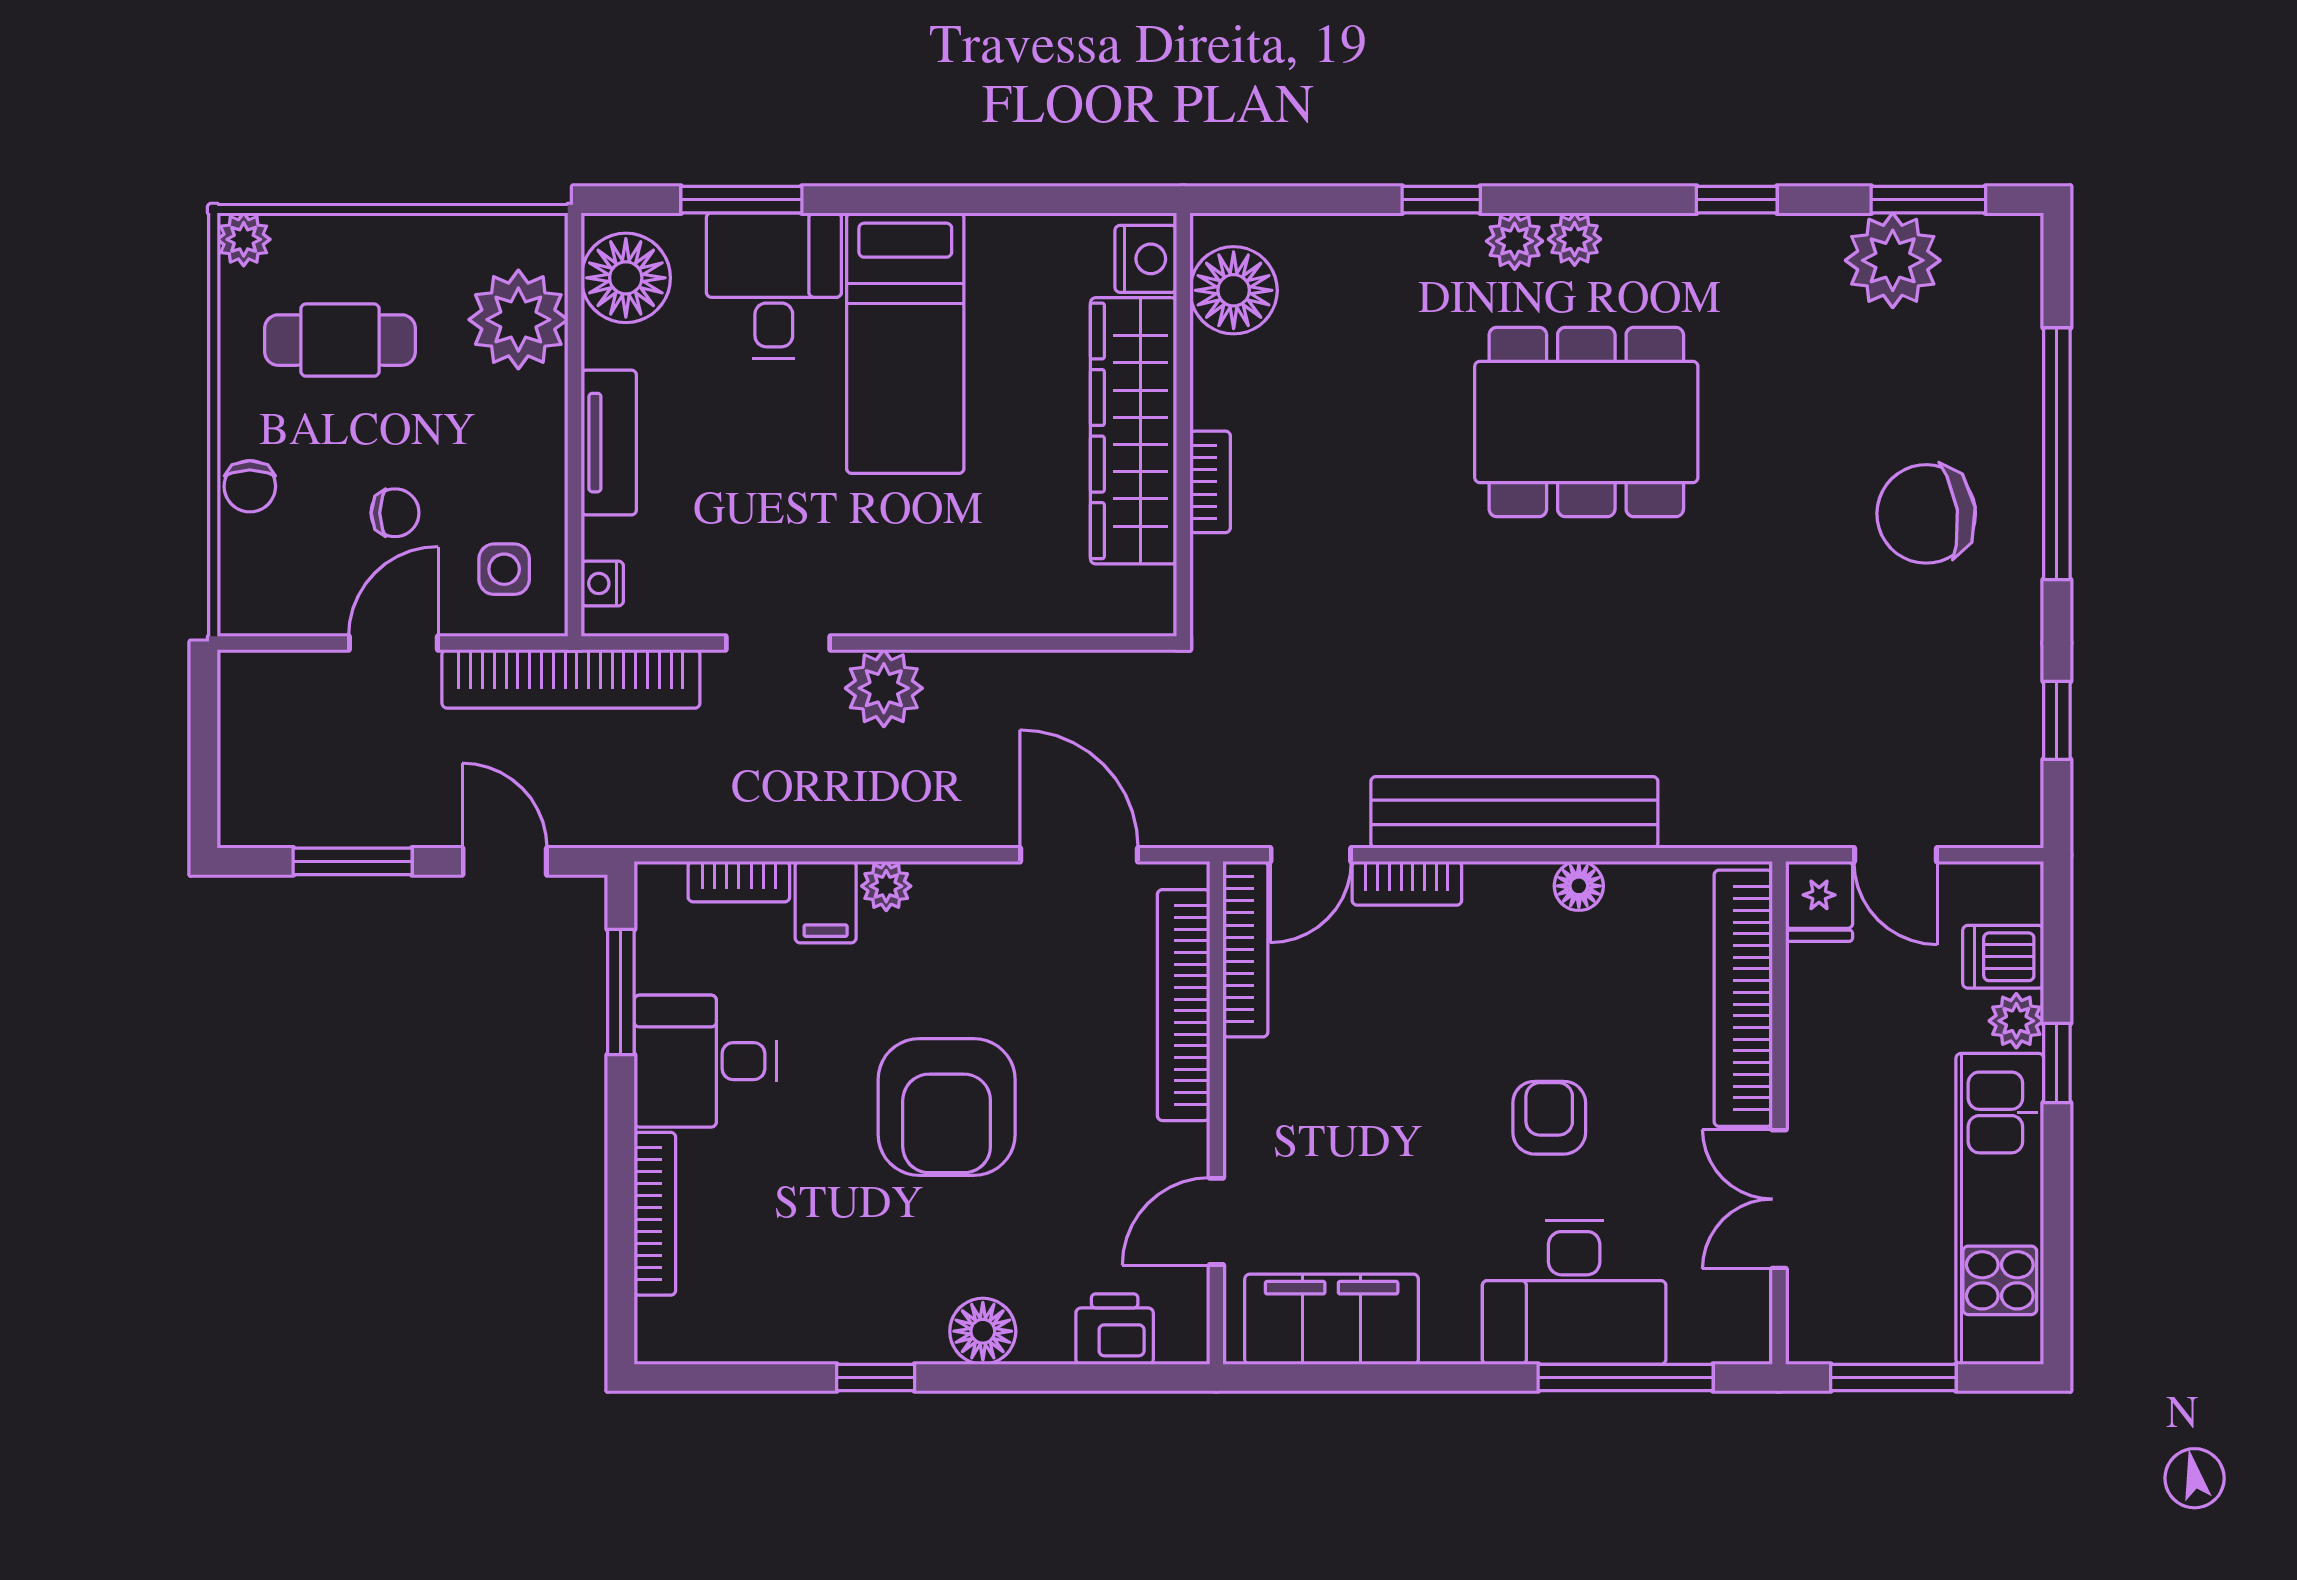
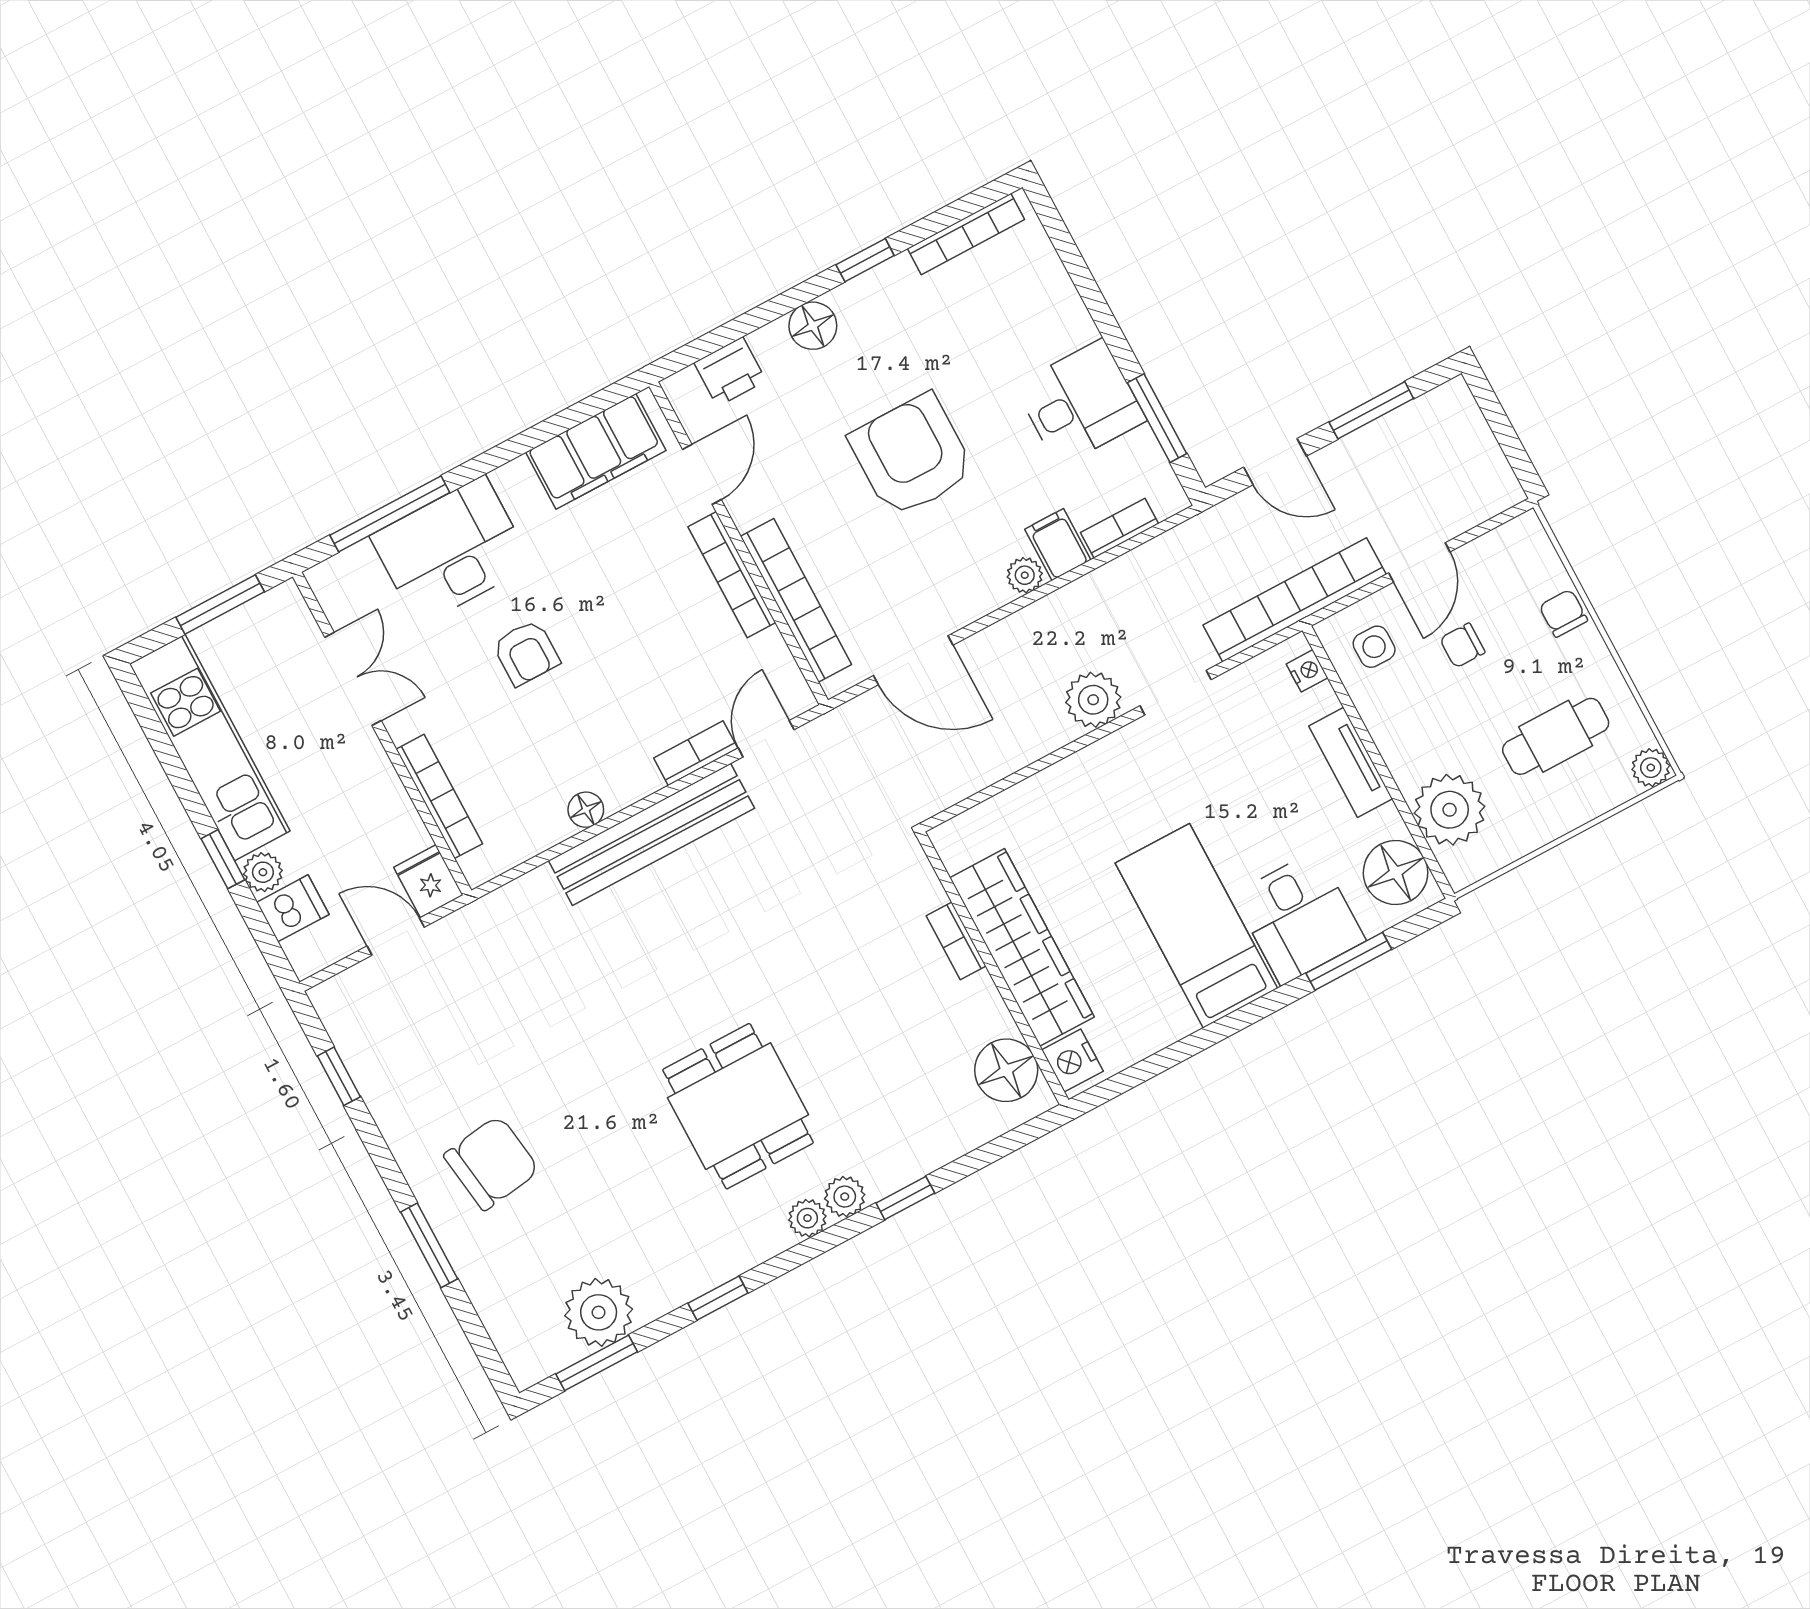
dining table: (1586, 422) -> (738, 1106), width x0.73
window: (2057, 454) -> (429, 1245), width x0.47
bookcase: (1245, 949) -> (732, 575), moved
bookcase: (1743, 998) -> (439, 796), width x0.68, depth x0.76
bookcase: (655, 1214) -> (966, 234), moved, turned -90

